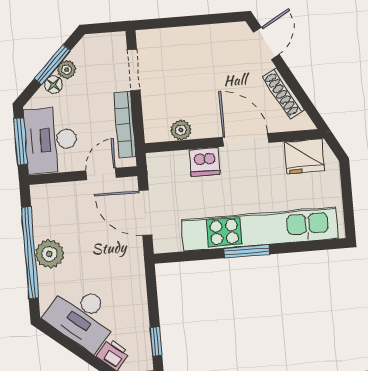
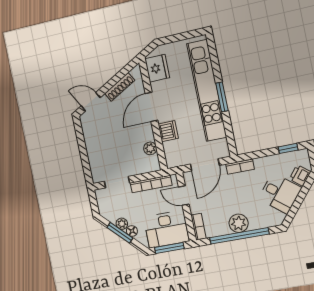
bookcase: (50, 191) -> (199, 227), added
bookcase: (137, 266) -> (240, 167), added
desk: (82, 317) -> (280, 193), width x0.73

